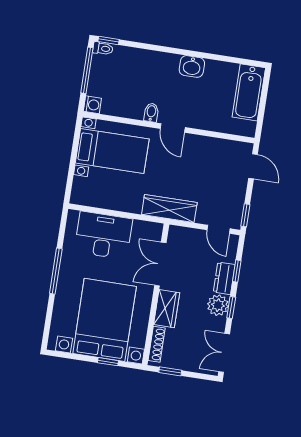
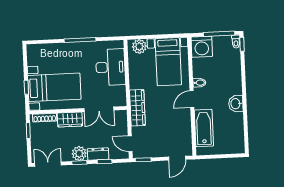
bathtub: (249, 92) -> (204, 128), moved, turned 90
washing machine: (92, 105) -> (202, 47), width x1.89, depth x1.89
plant: (82, 188) -> (139, 46), added
door: (219, 229) -> (130, 144), hinge flipped
double door: (160, 264) -> (99, 109), swing flipped
bed with nightstands: (105, 320) -> (54, 87), width x0.73

